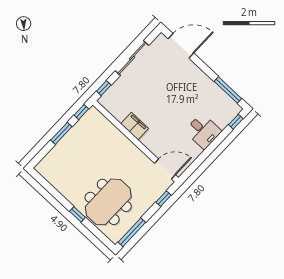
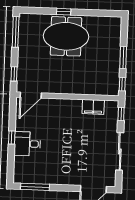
window: (236, 122) -> (12, 138), moved
filing cabinet: (135, 126) -> (93, 107), moved
meeting table: (108, 202) -> (66, 36), moved, turned 90

